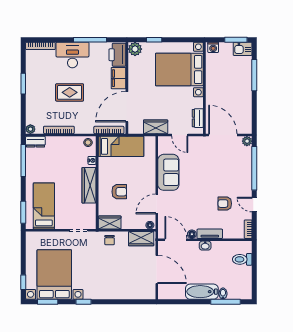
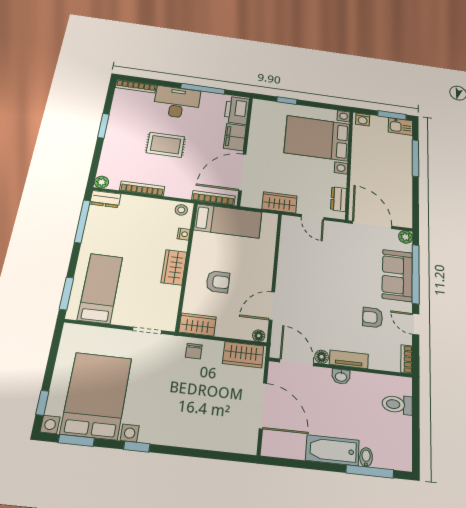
plant: (135, 49) -> (261, 107), removed
sofa: (168, 172) -> (397, 275), moved, turned 180
wardrobe: (89, 185) -> (174, 267), width x0.67

